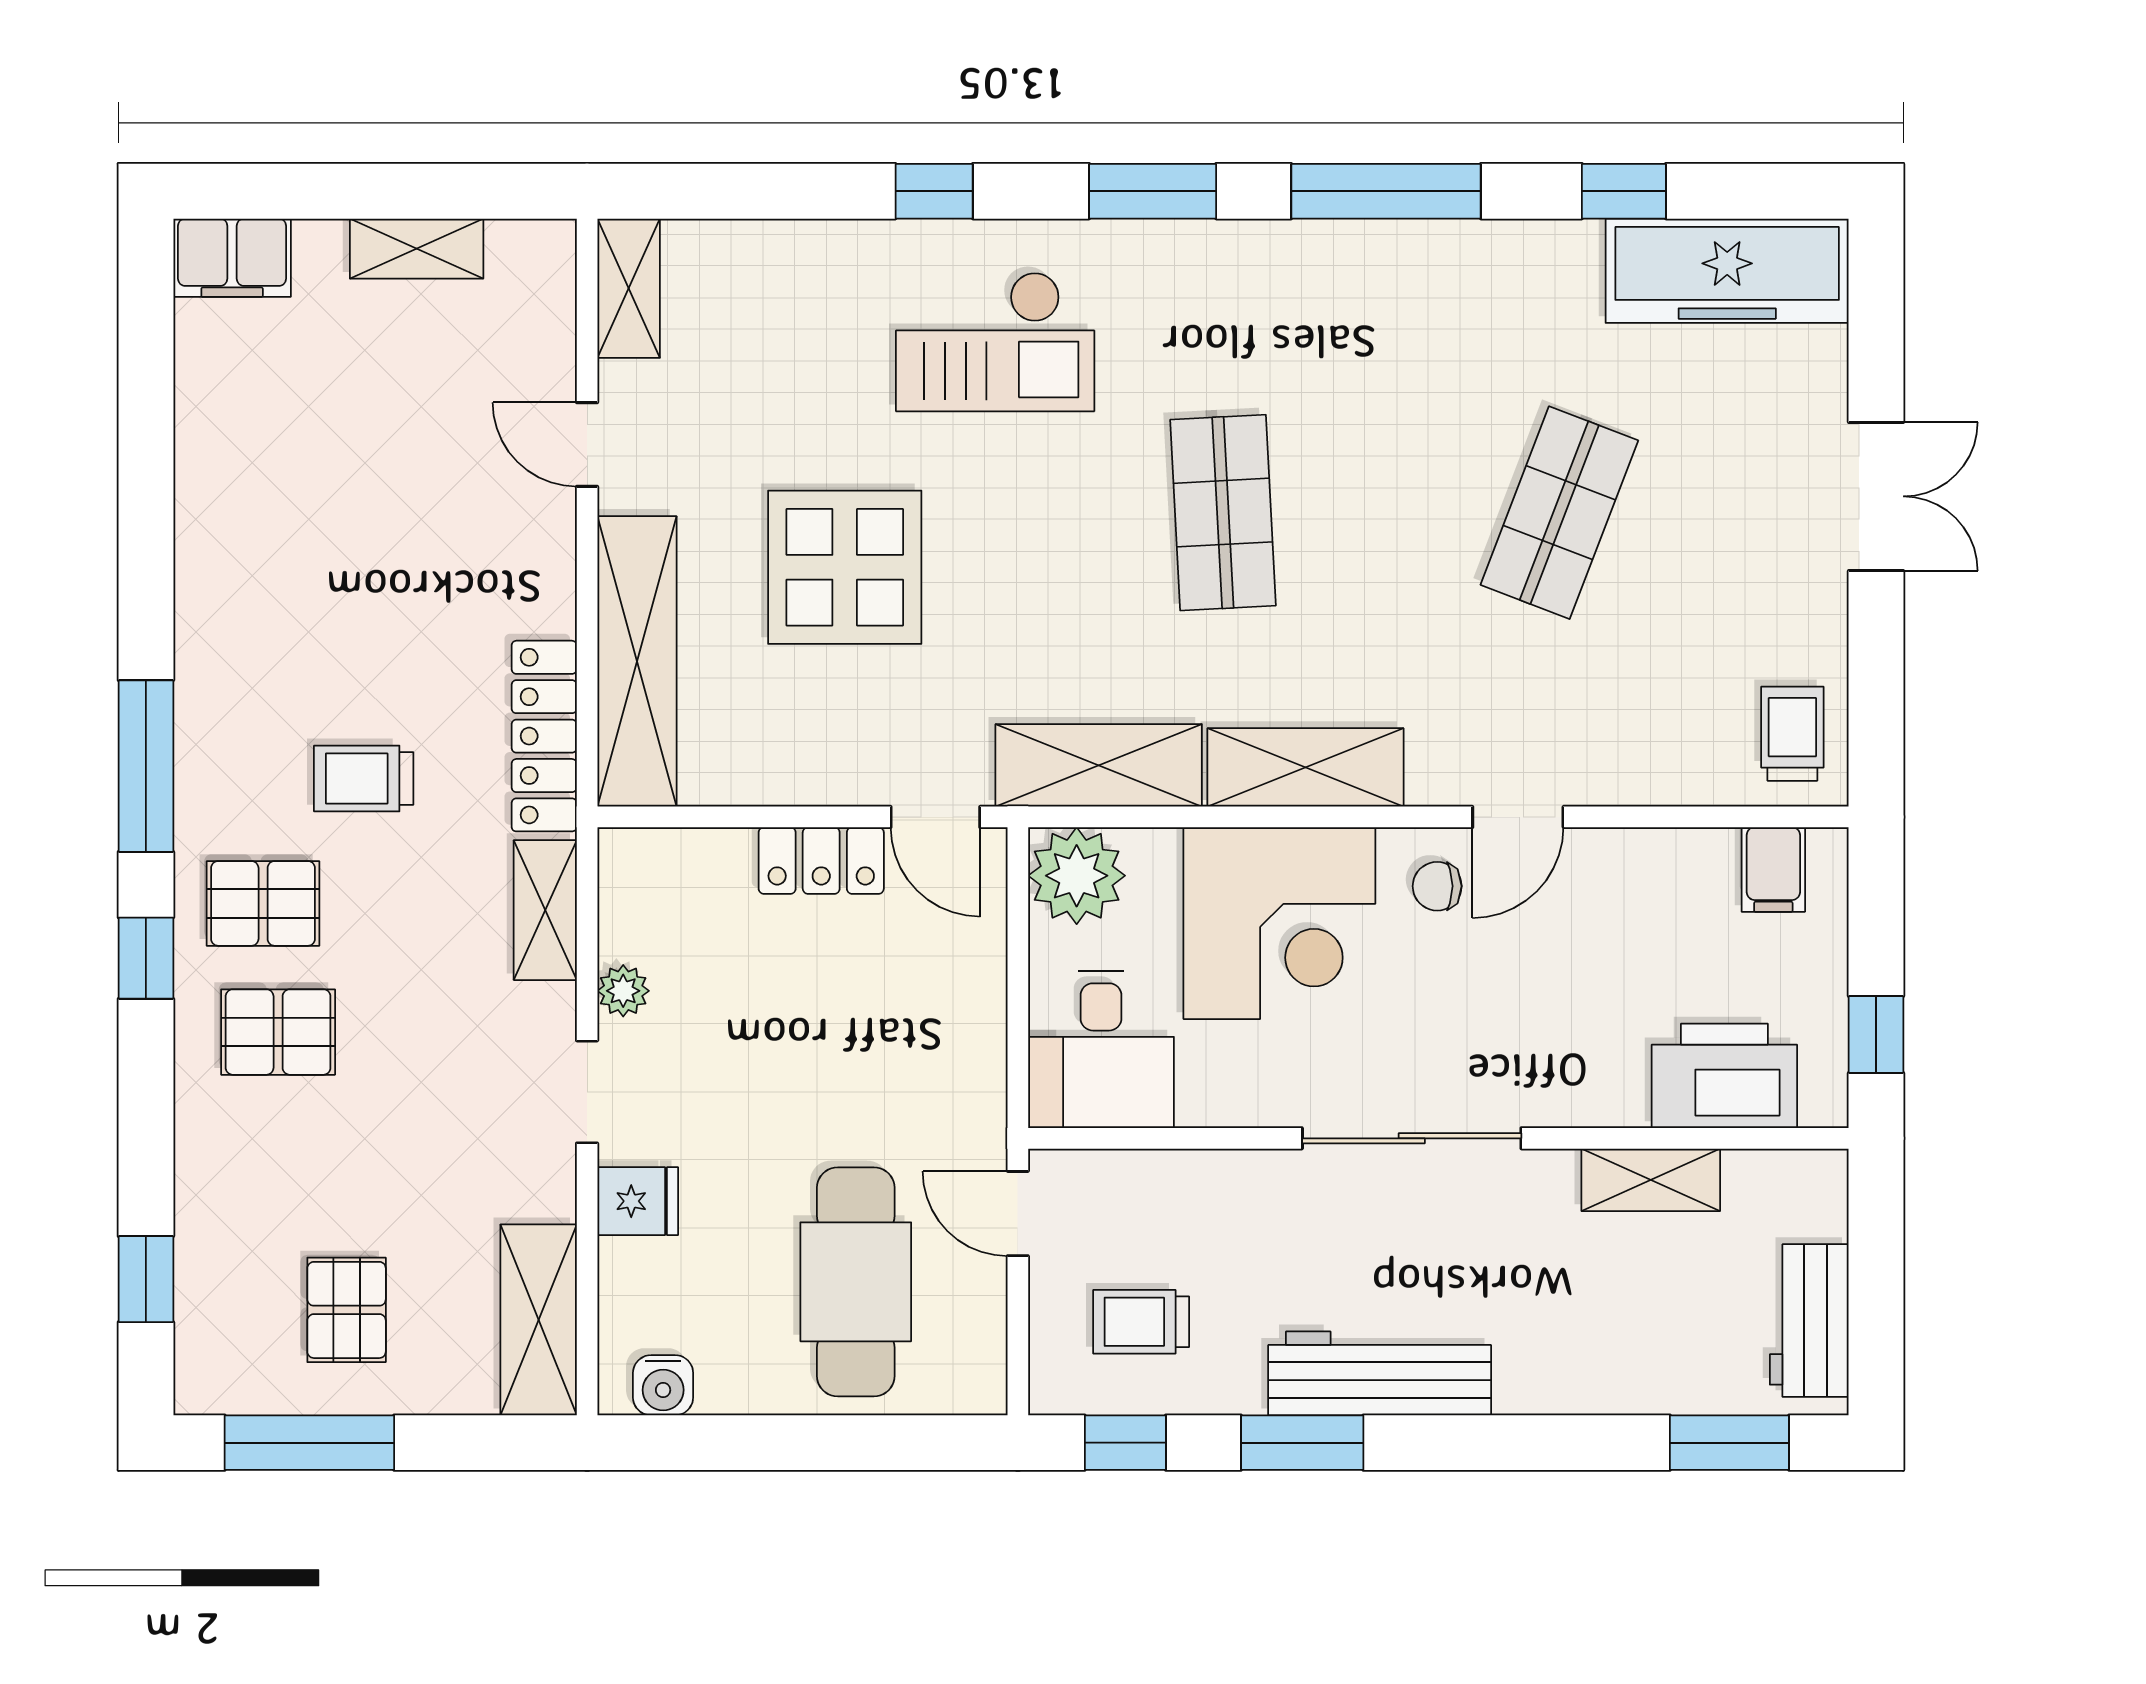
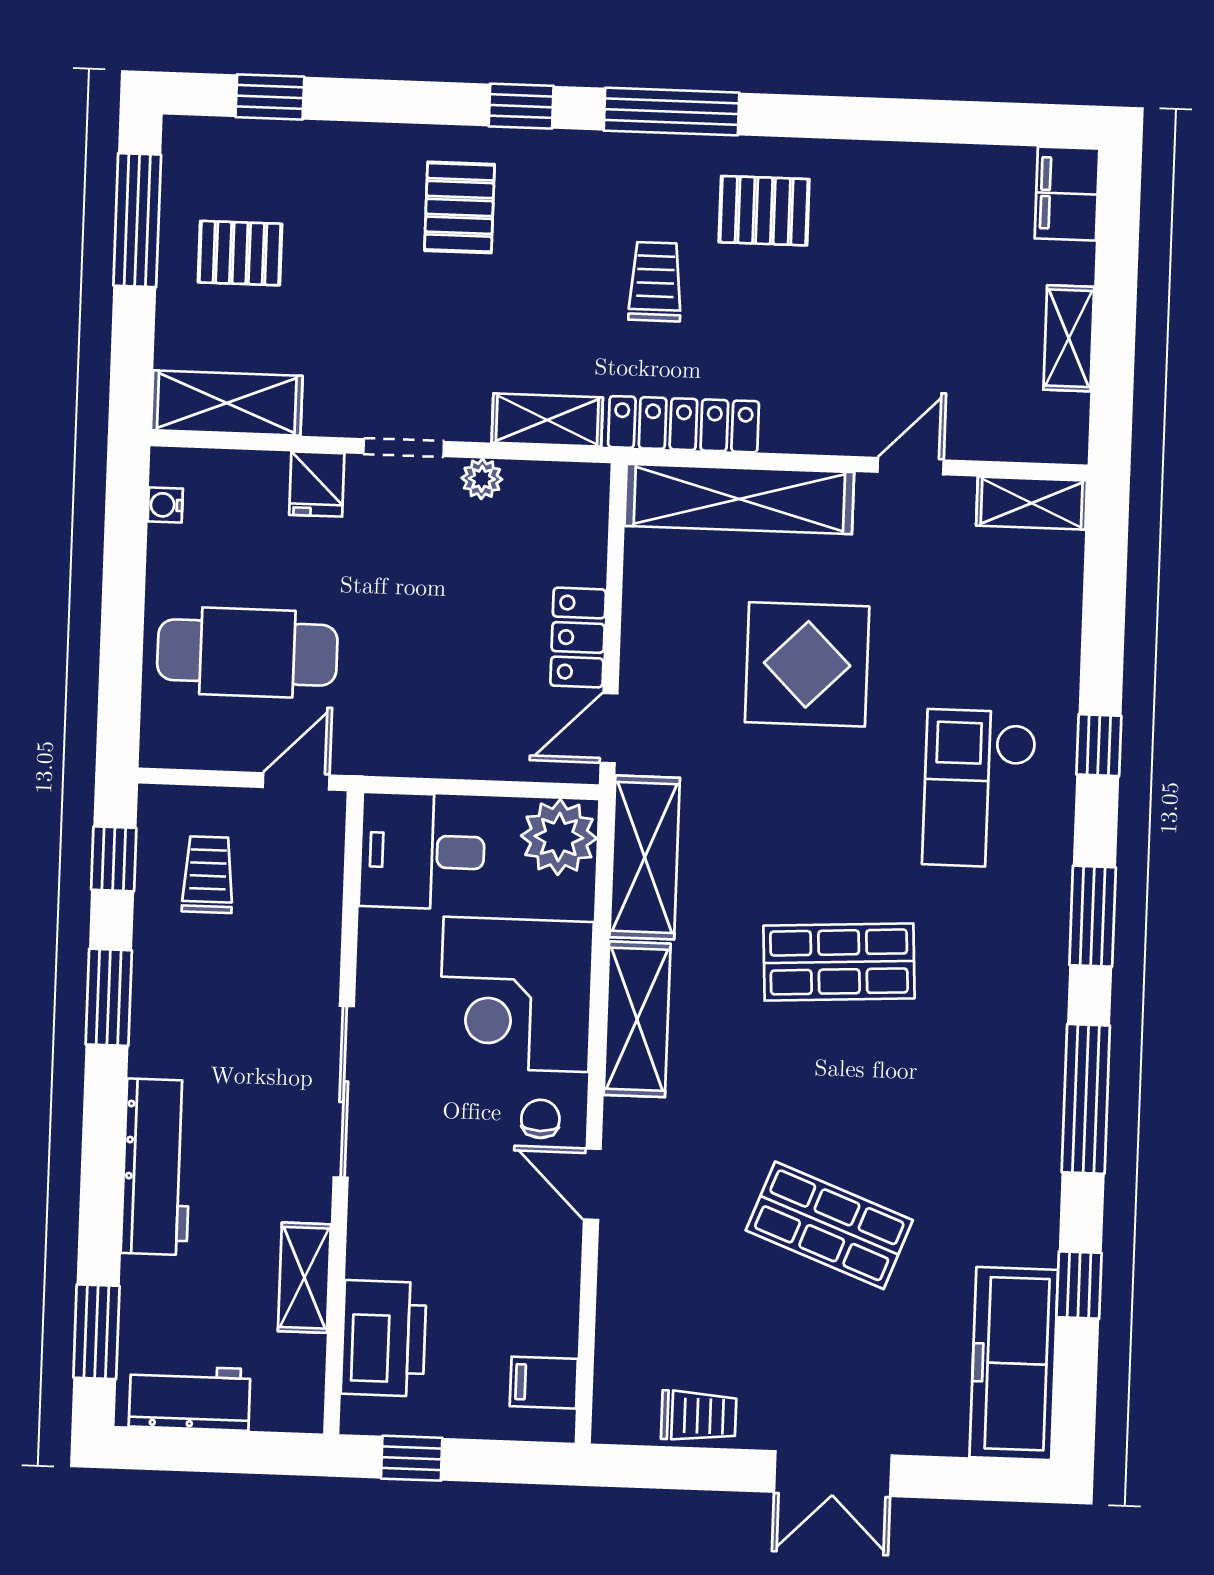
trolley: (1792, 734) -> (699, 1416), moved
pallet: (263, 903) -> (764, 211), moved, turned 90
workbench: (1380, 1373) -> (157, 1167), moved
water cooler: (663, 1385) -> (165, 505), width x0.72, depth x0.72

